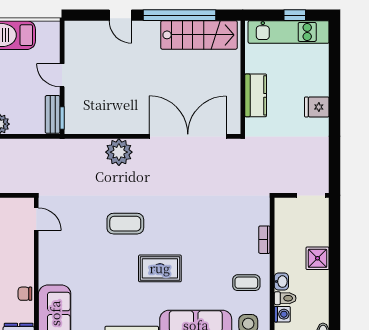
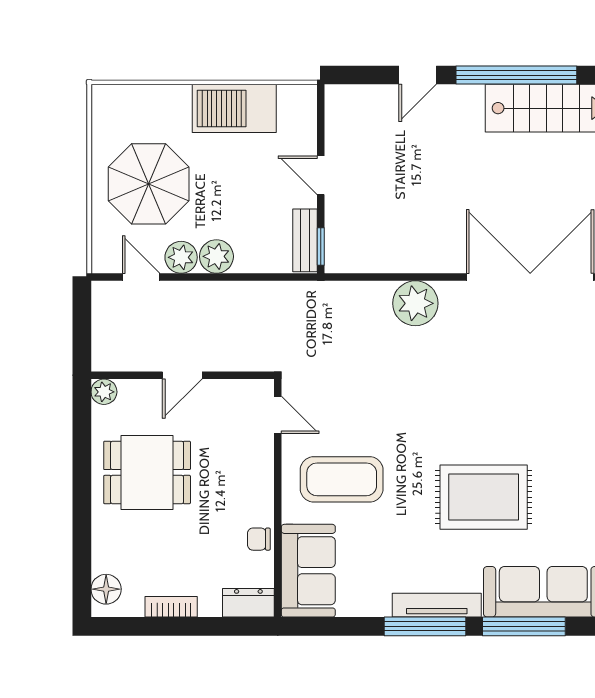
door: (120, 15) -> (418, 75), hinge flipped
coffee table: (125, 224) -> (342, 479), moved, width x1.36, depth x1.32
rug: (160, 268) -> (484, 497), width x1.36, depth x1.43

